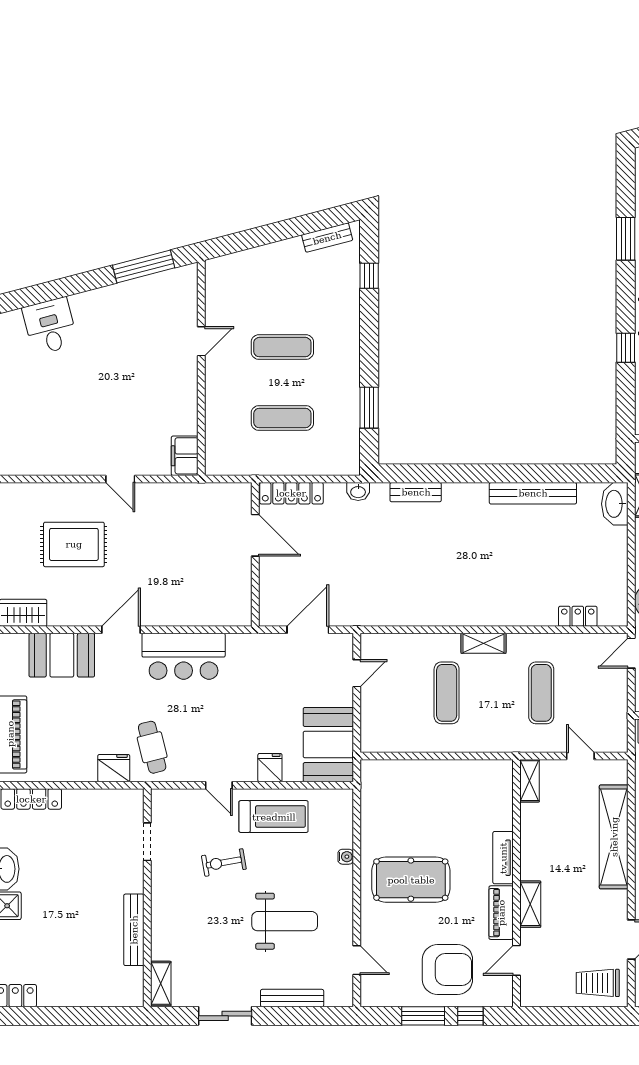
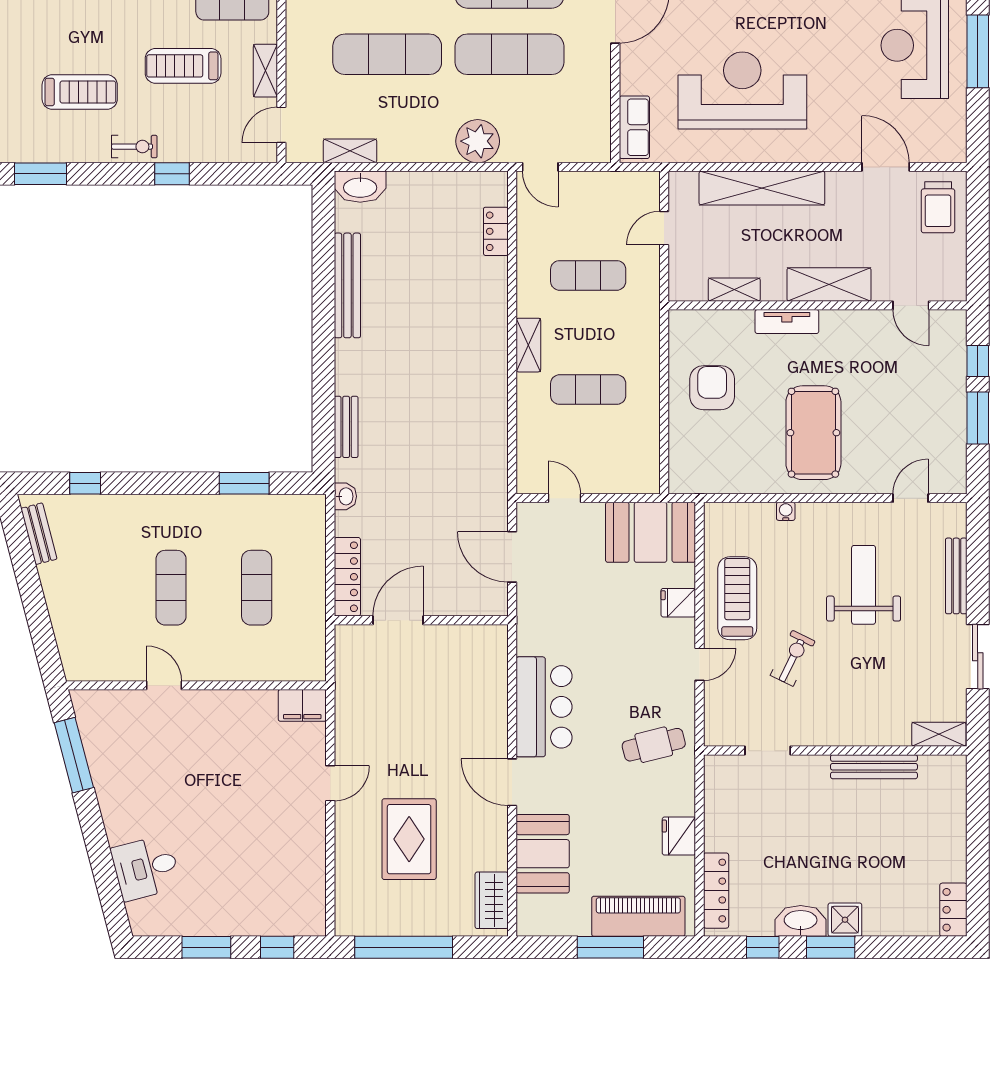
fridge: (114, 768) -> (679, 836), moved
shelving: (529, 781) -> (734, 290), moved
exercise bike: (224, 862) -> (793, 658), turned -144
shelving: (530, 904) -> (829, 284), width x1.50, depth x1.33
piano: (501, 913) -> (853, 324), removed
armchair: (447, 969) -> (712, 388), moved, width x0.73, depth x0.73

